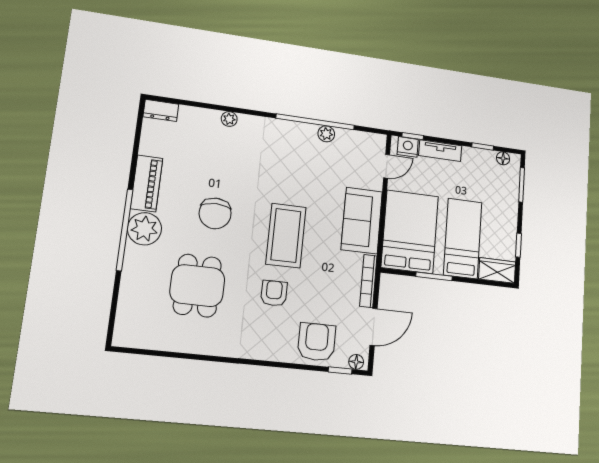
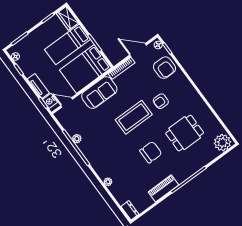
plant: (144, 229) -> (222, 143), moved
armchair: (317, 342) -> (164, 68), turned -90

